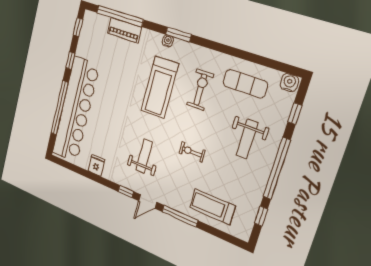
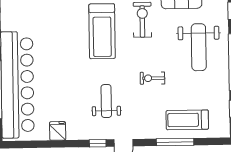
weight bench: (247, 139) -> (199, 47), width x1.36, depth x1.33
window: (180, 216) -> (175, 142), moved

